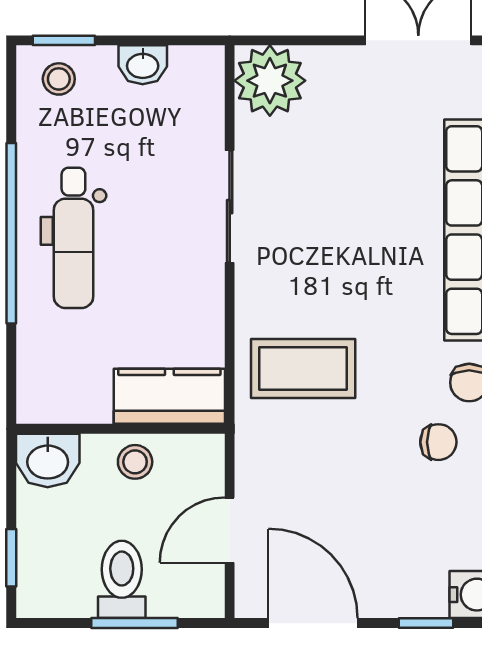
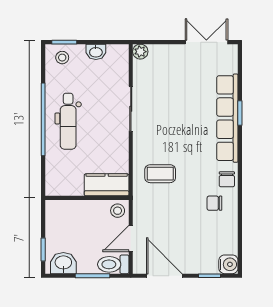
plant: (270, 81) -> (140, 52), width x0.53, depth x0.53
coffee table: (303, 369) -> (160, 174), width x0.73, depth x0.77
chair: (438, 442) -> (214, 203), turned 180
washbasin: (48, 460) -> (63, 263), moved, turned 180
stool: (135, 462) -> (118, 211), moved
toilet: (122, 579) -> (113, 264), moved, turned -90

